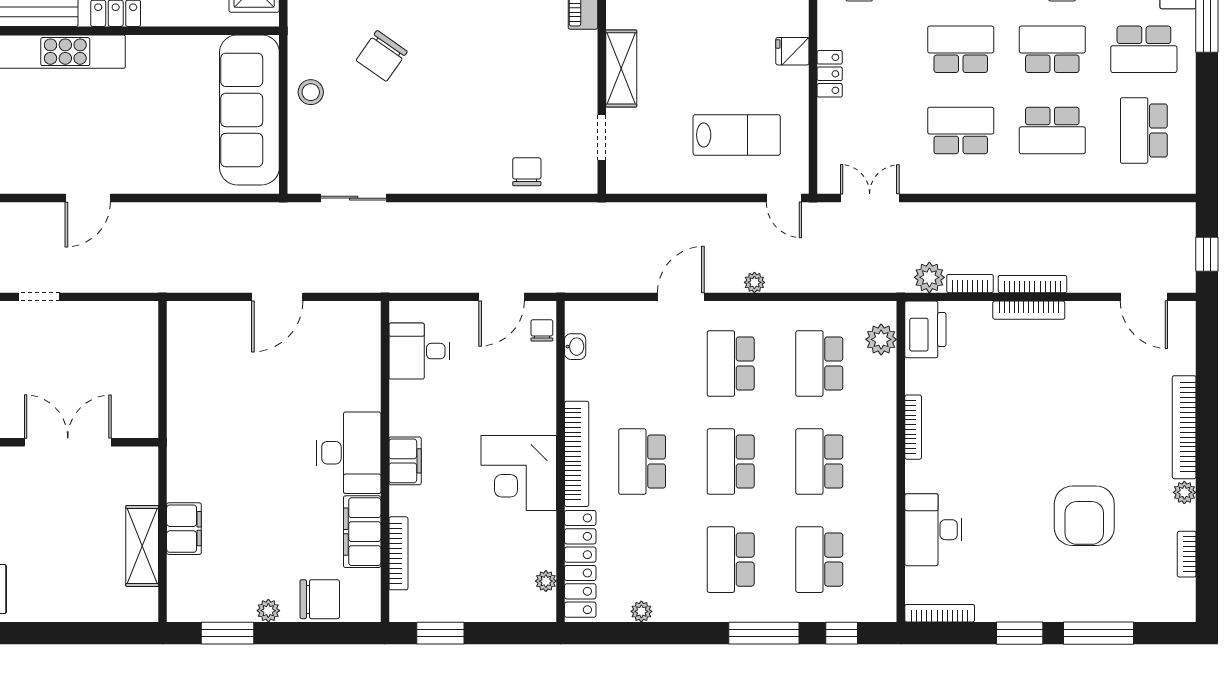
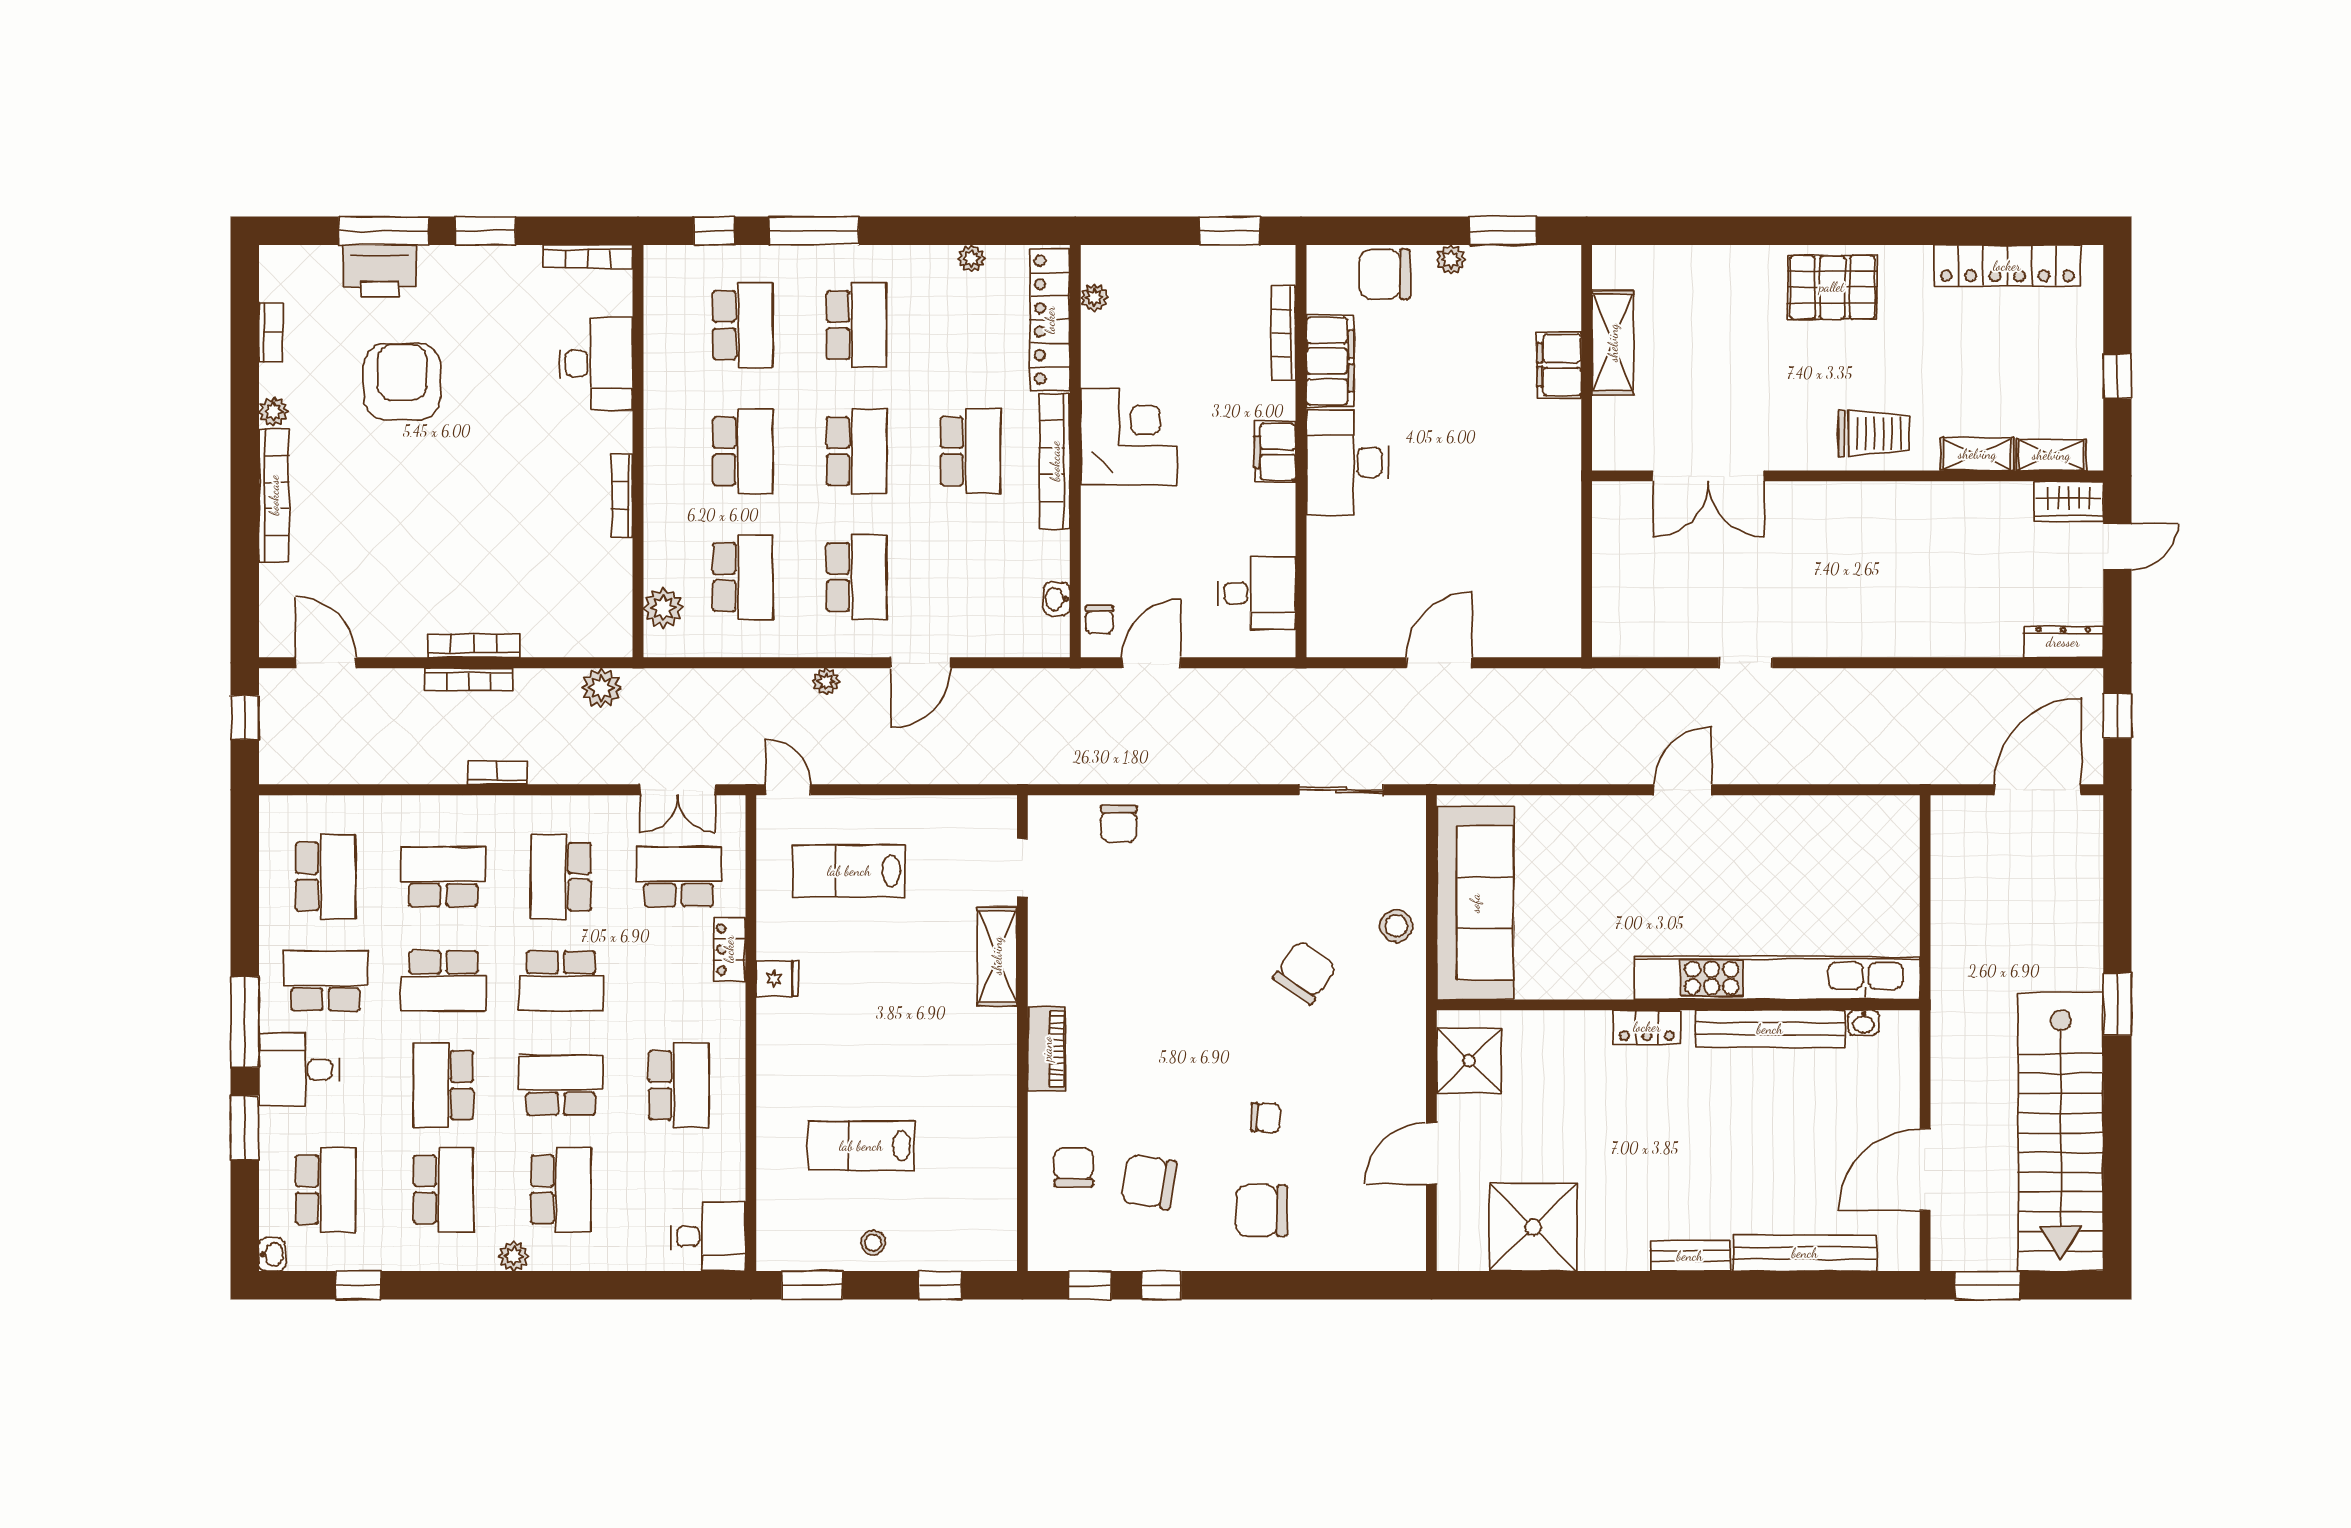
school desk: (869, 130) -> (679, 877), added
school desk: (961, 130) -> (561, 877), turned 90
bookcase: (970, 284) -> (497, 773), moved, turned 180
printer: (925, 329) -> (380, 271), moved, turned -90

